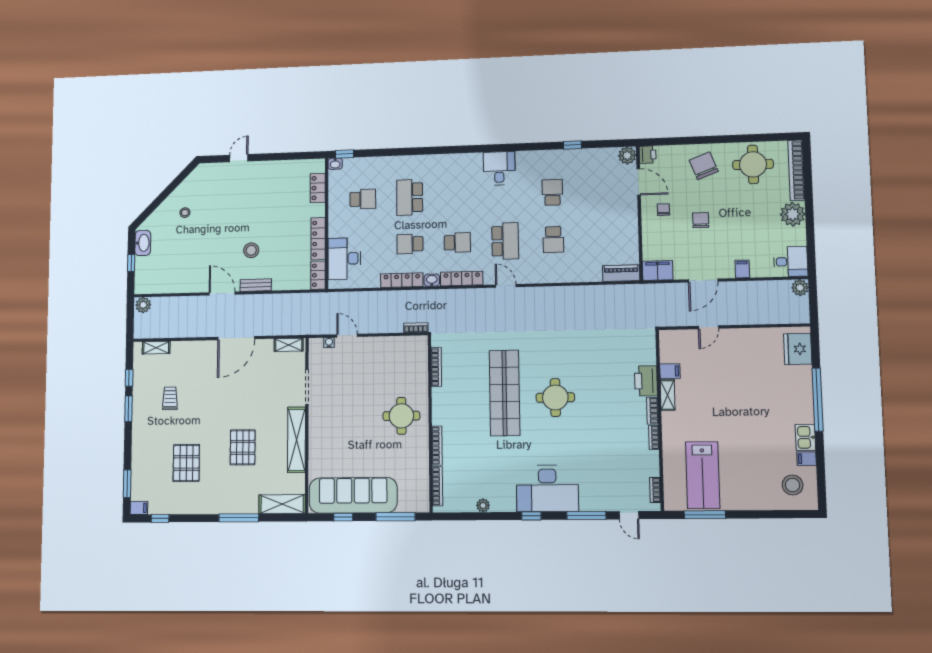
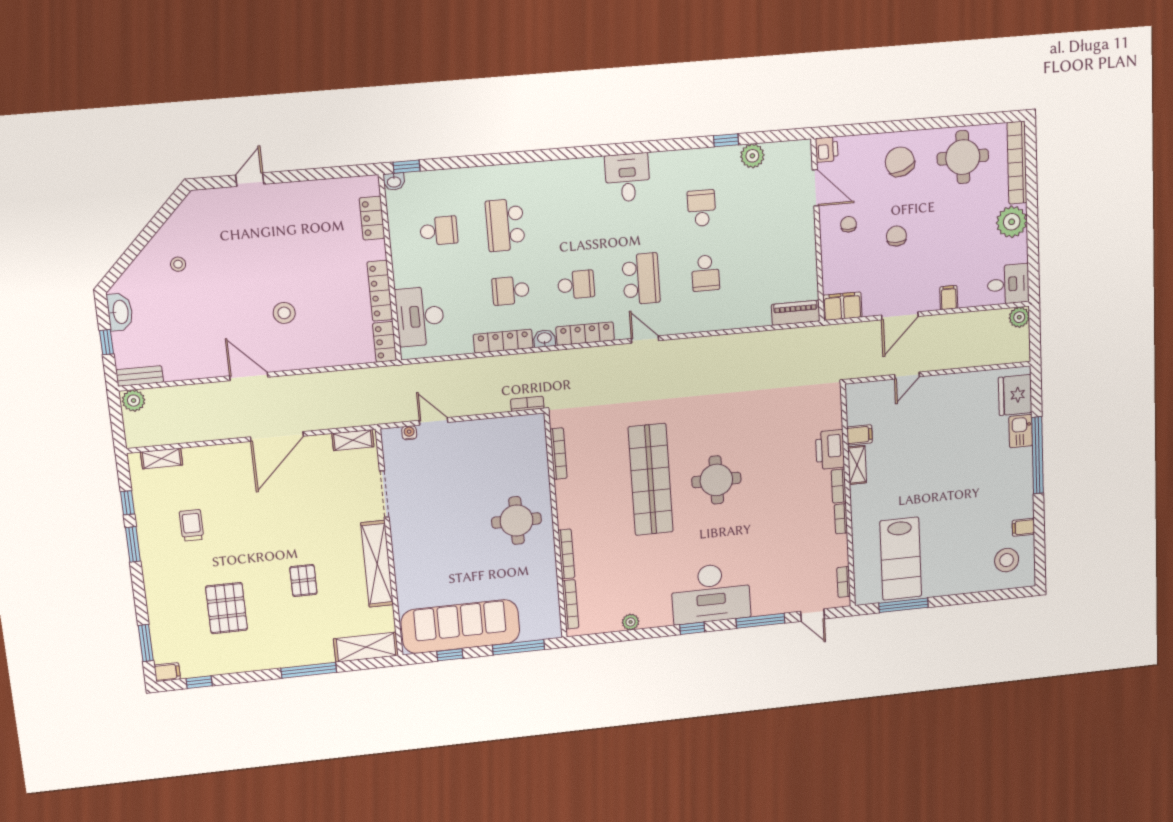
plant: (627, 155) -> (752, 156), moved
bench: (256, 285) -> (140, 376), moved
kitchen sink: (805, 437) -> (1021, 431), moved
pallet: (243, 447) -> (303, 581), width x0.67, depth x0.71

